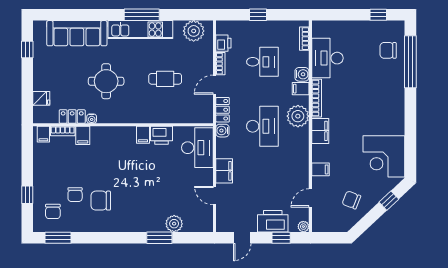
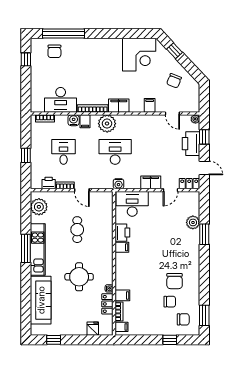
locker: (223, 110) -> (189, 184), moved

